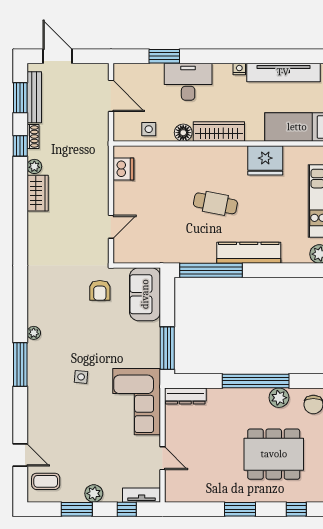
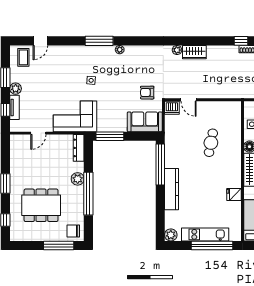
fridge: (265, 160) -> (234, 194), width x0.53, depth x0.75
plant: (34, 166) -> (177, 50), moved
dishwasher: (123, 169) -> (172, 108), moved
wardrobe: (38, 193) -> (194, 52), moved
cafe table: (215, 203) -> (211, 143), moved
plant: (279, 398) -> (78, 179), moved
dining table: (274, 454) -> (41, 205), turned 90
tv unit: (142, 495) -> (14, 107), moved

